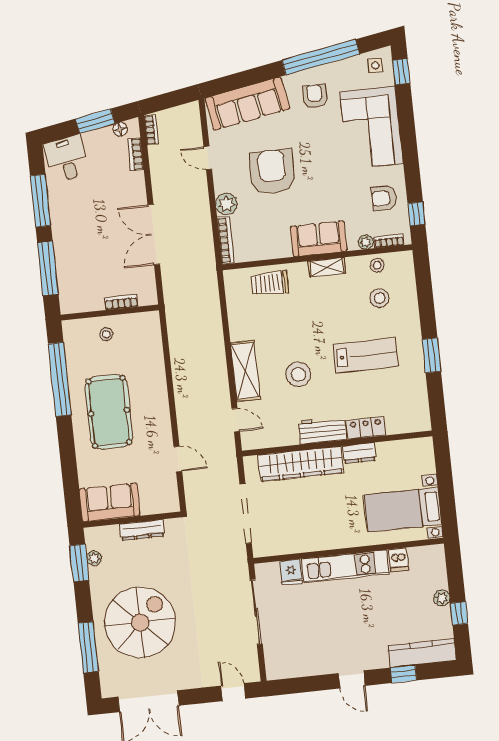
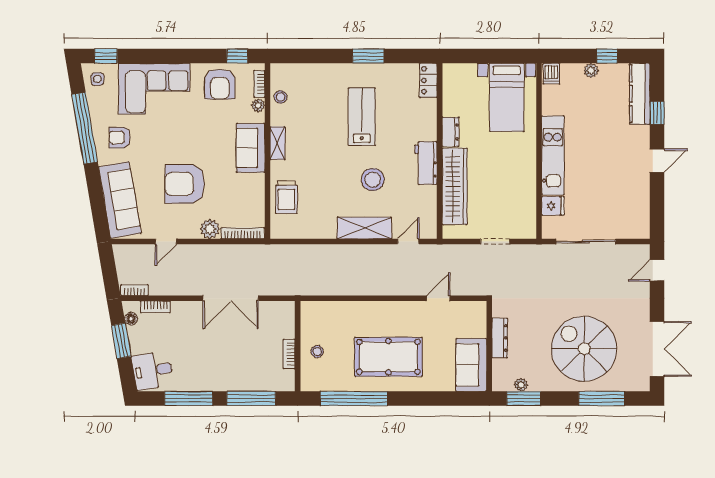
armchair: (384, 198) -> (220, 84), width x1.38, depth x1.38
stool: (379, 298) -> (311, 98), removed
bookcase: (121, 302) -> (289, 354), moved
locker: (366, 428) -> (428, 80), moved
doorway: (246, 514) -> (495, 242), width x0.53
dishwasher: (398, 560) -> (551, 74), moved, turned 90

